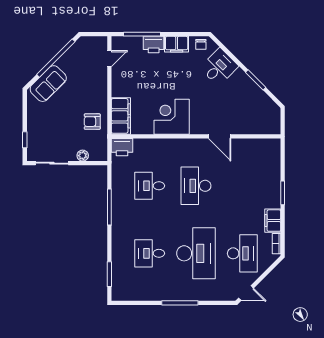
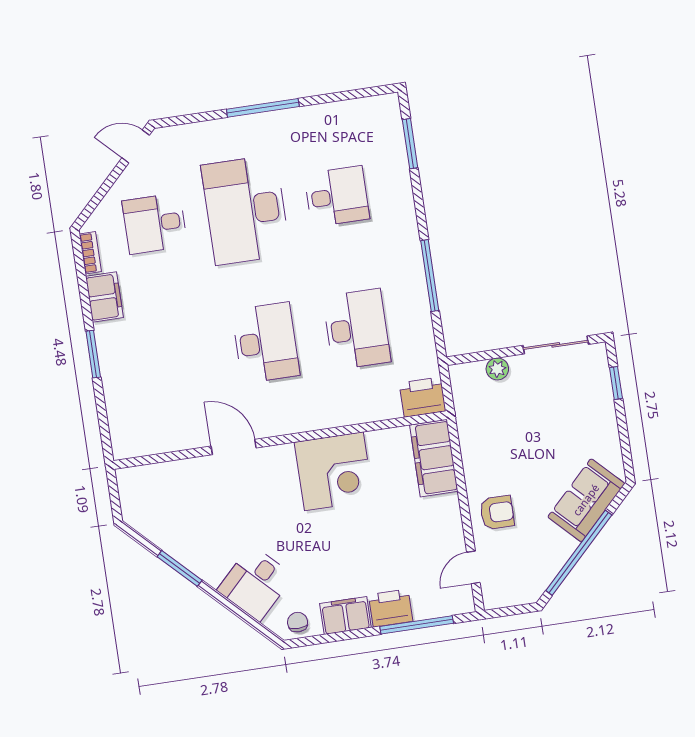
armchair: (92, 122) -> (497, 512), moved
desk: (150, 186) -> (357, 329), width x1.37
desk: (242, 253) -> (155, 224), width x0.73

